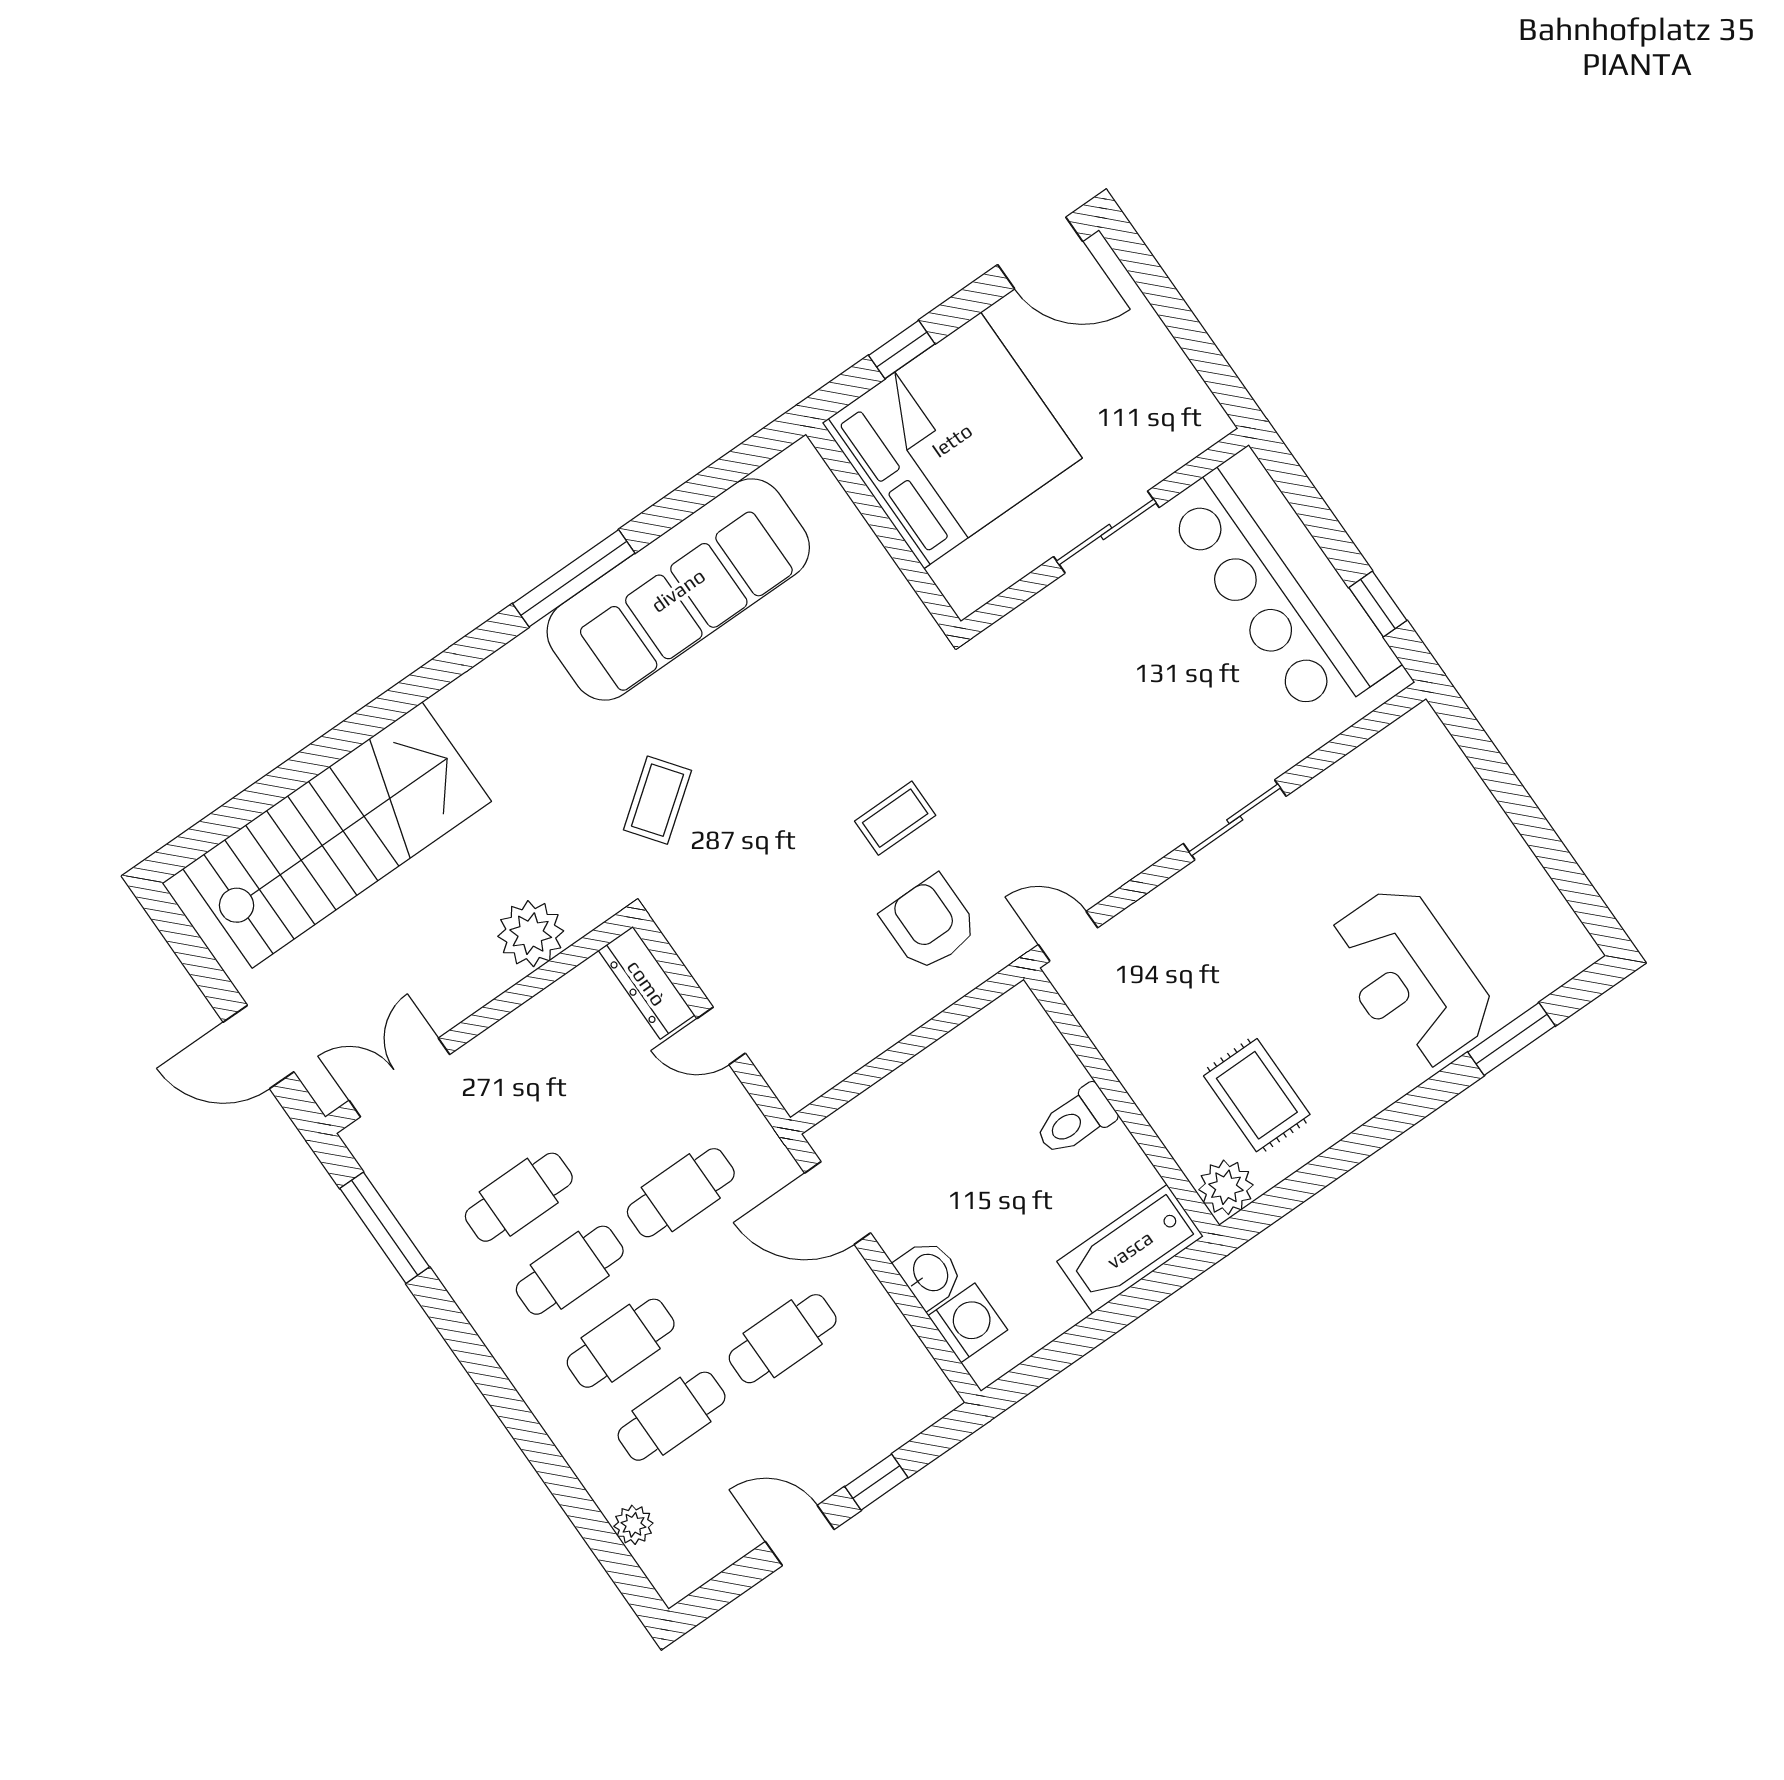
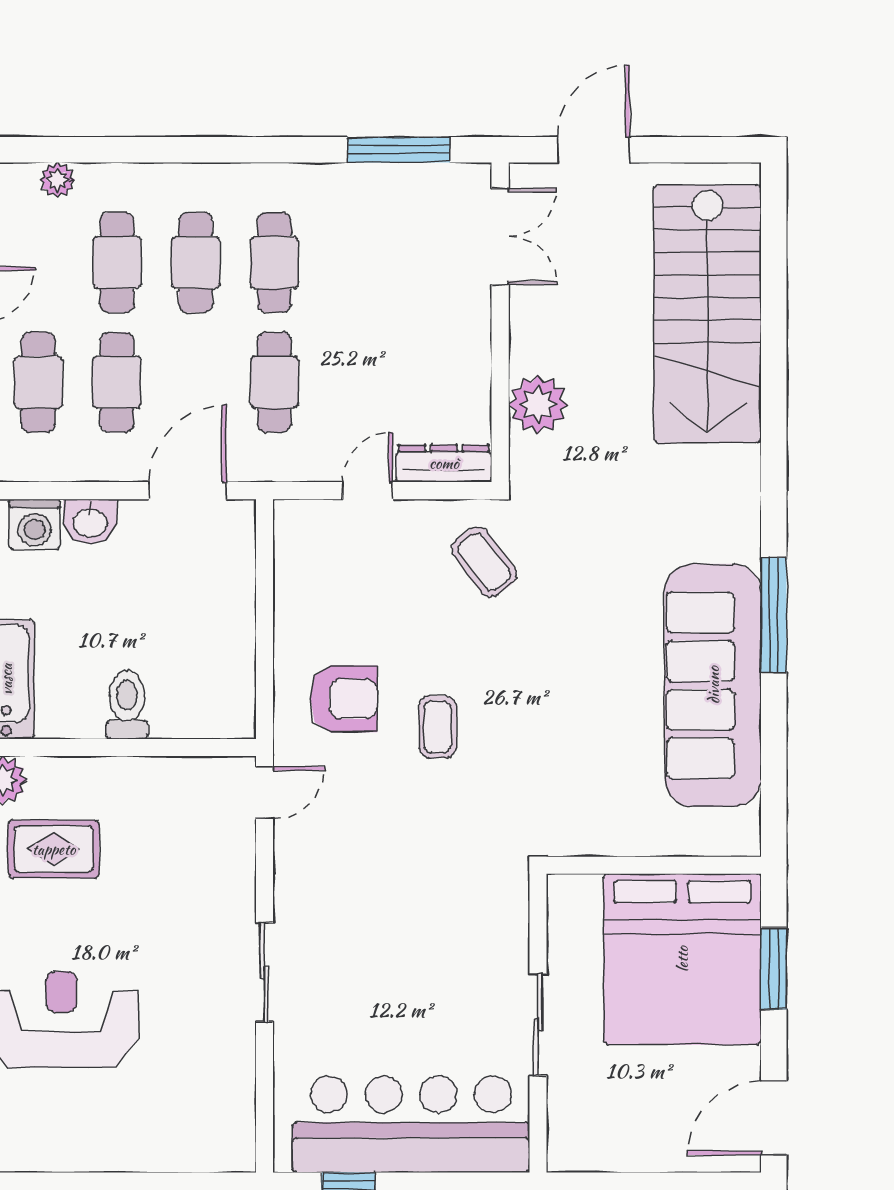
window: (902, 350) -> (774, 969), width x1.50
coffee table: (657, 800) -> (484, 562), moved
cafe table: (519, 1197) -> (38, 382), moved

